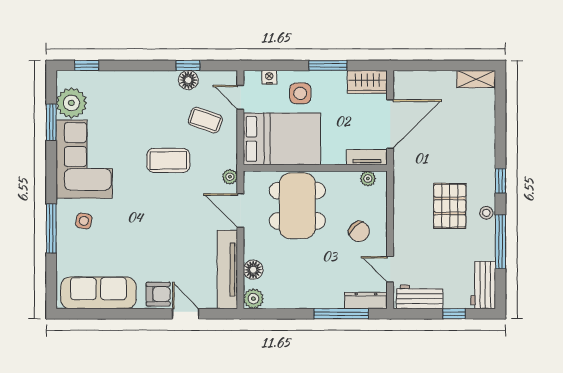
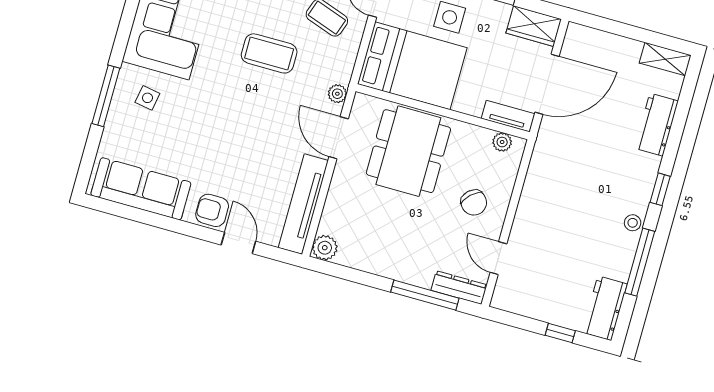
pallet: (450, 206) -> (591, 202), removed
floor lamp: (253, 270) -> (334, 213), removed
armchair: (158, 294) -> (212, 210), turned 180
workbench: (420, 297) -> (656, 125), moved, turned -90

